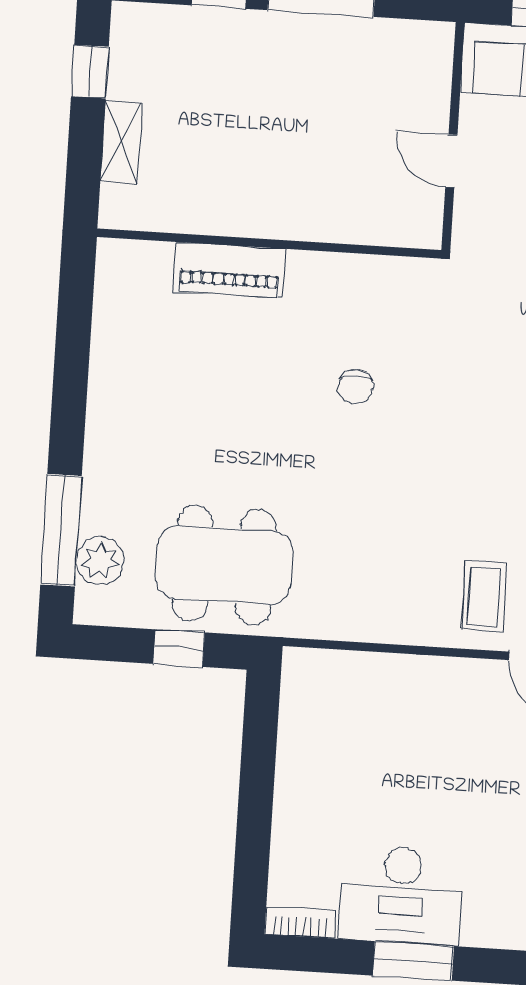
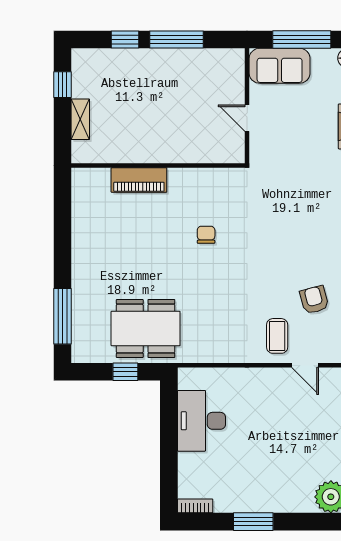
chair: (356, 387) -> (206, 235), turned 180
plant: (100, 561) -> (83, 330), removed
desk: (401, 895) -> (202, 421), moved, turned 90

